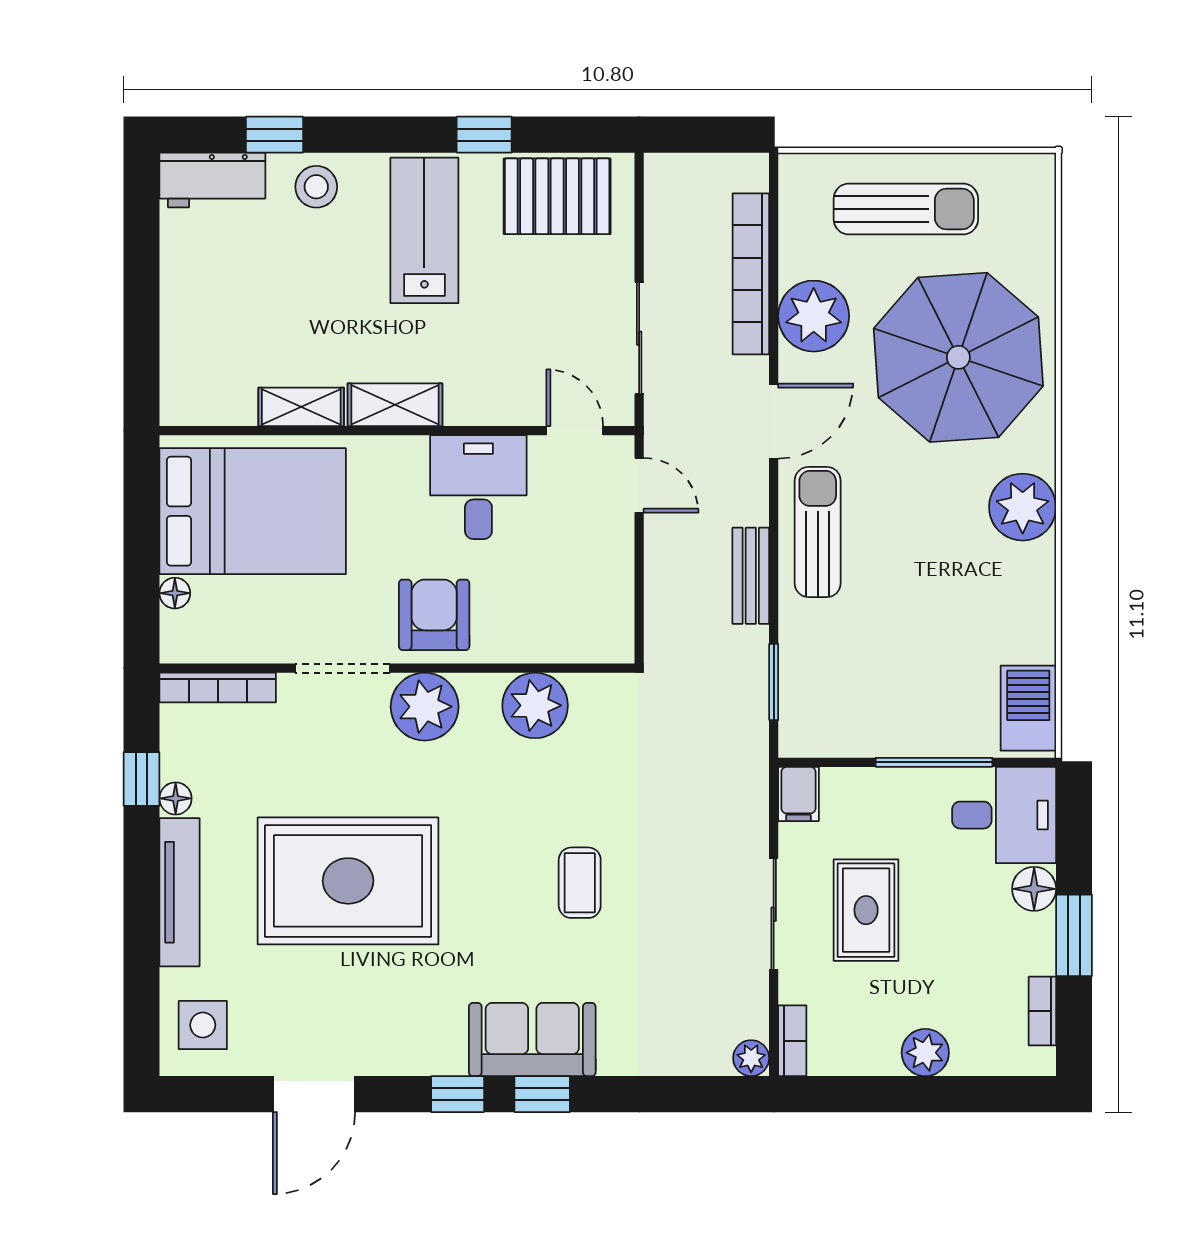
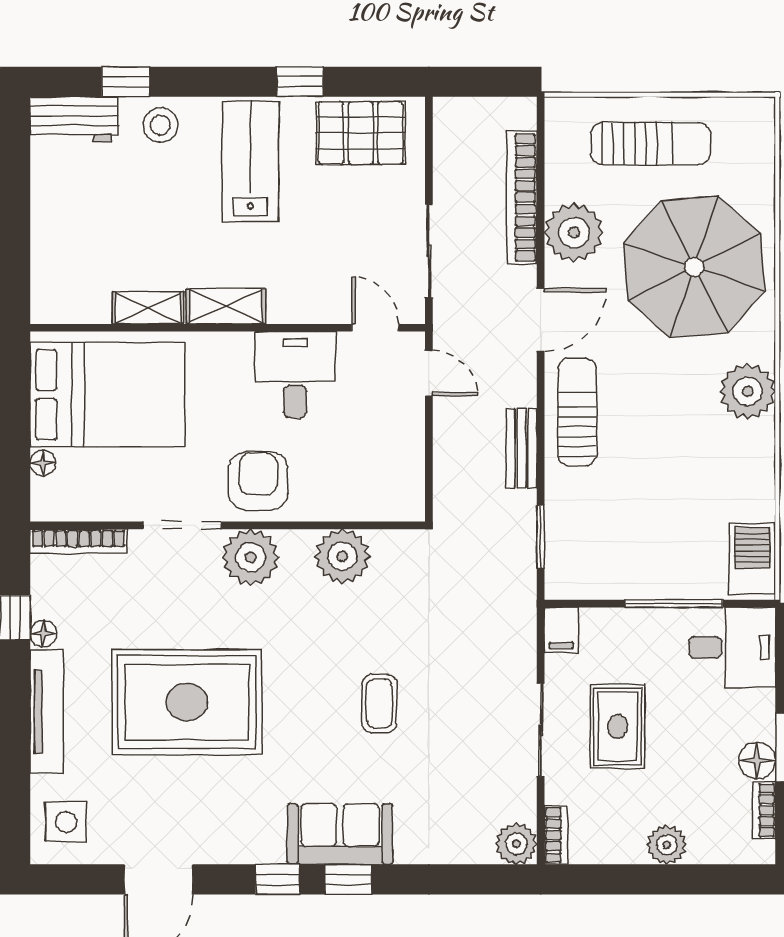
floor lamp: (1034, 889) -> (757, 760), moved
plant: (751, 1058) -> (516, 844), width x1.38, depth x1.38

